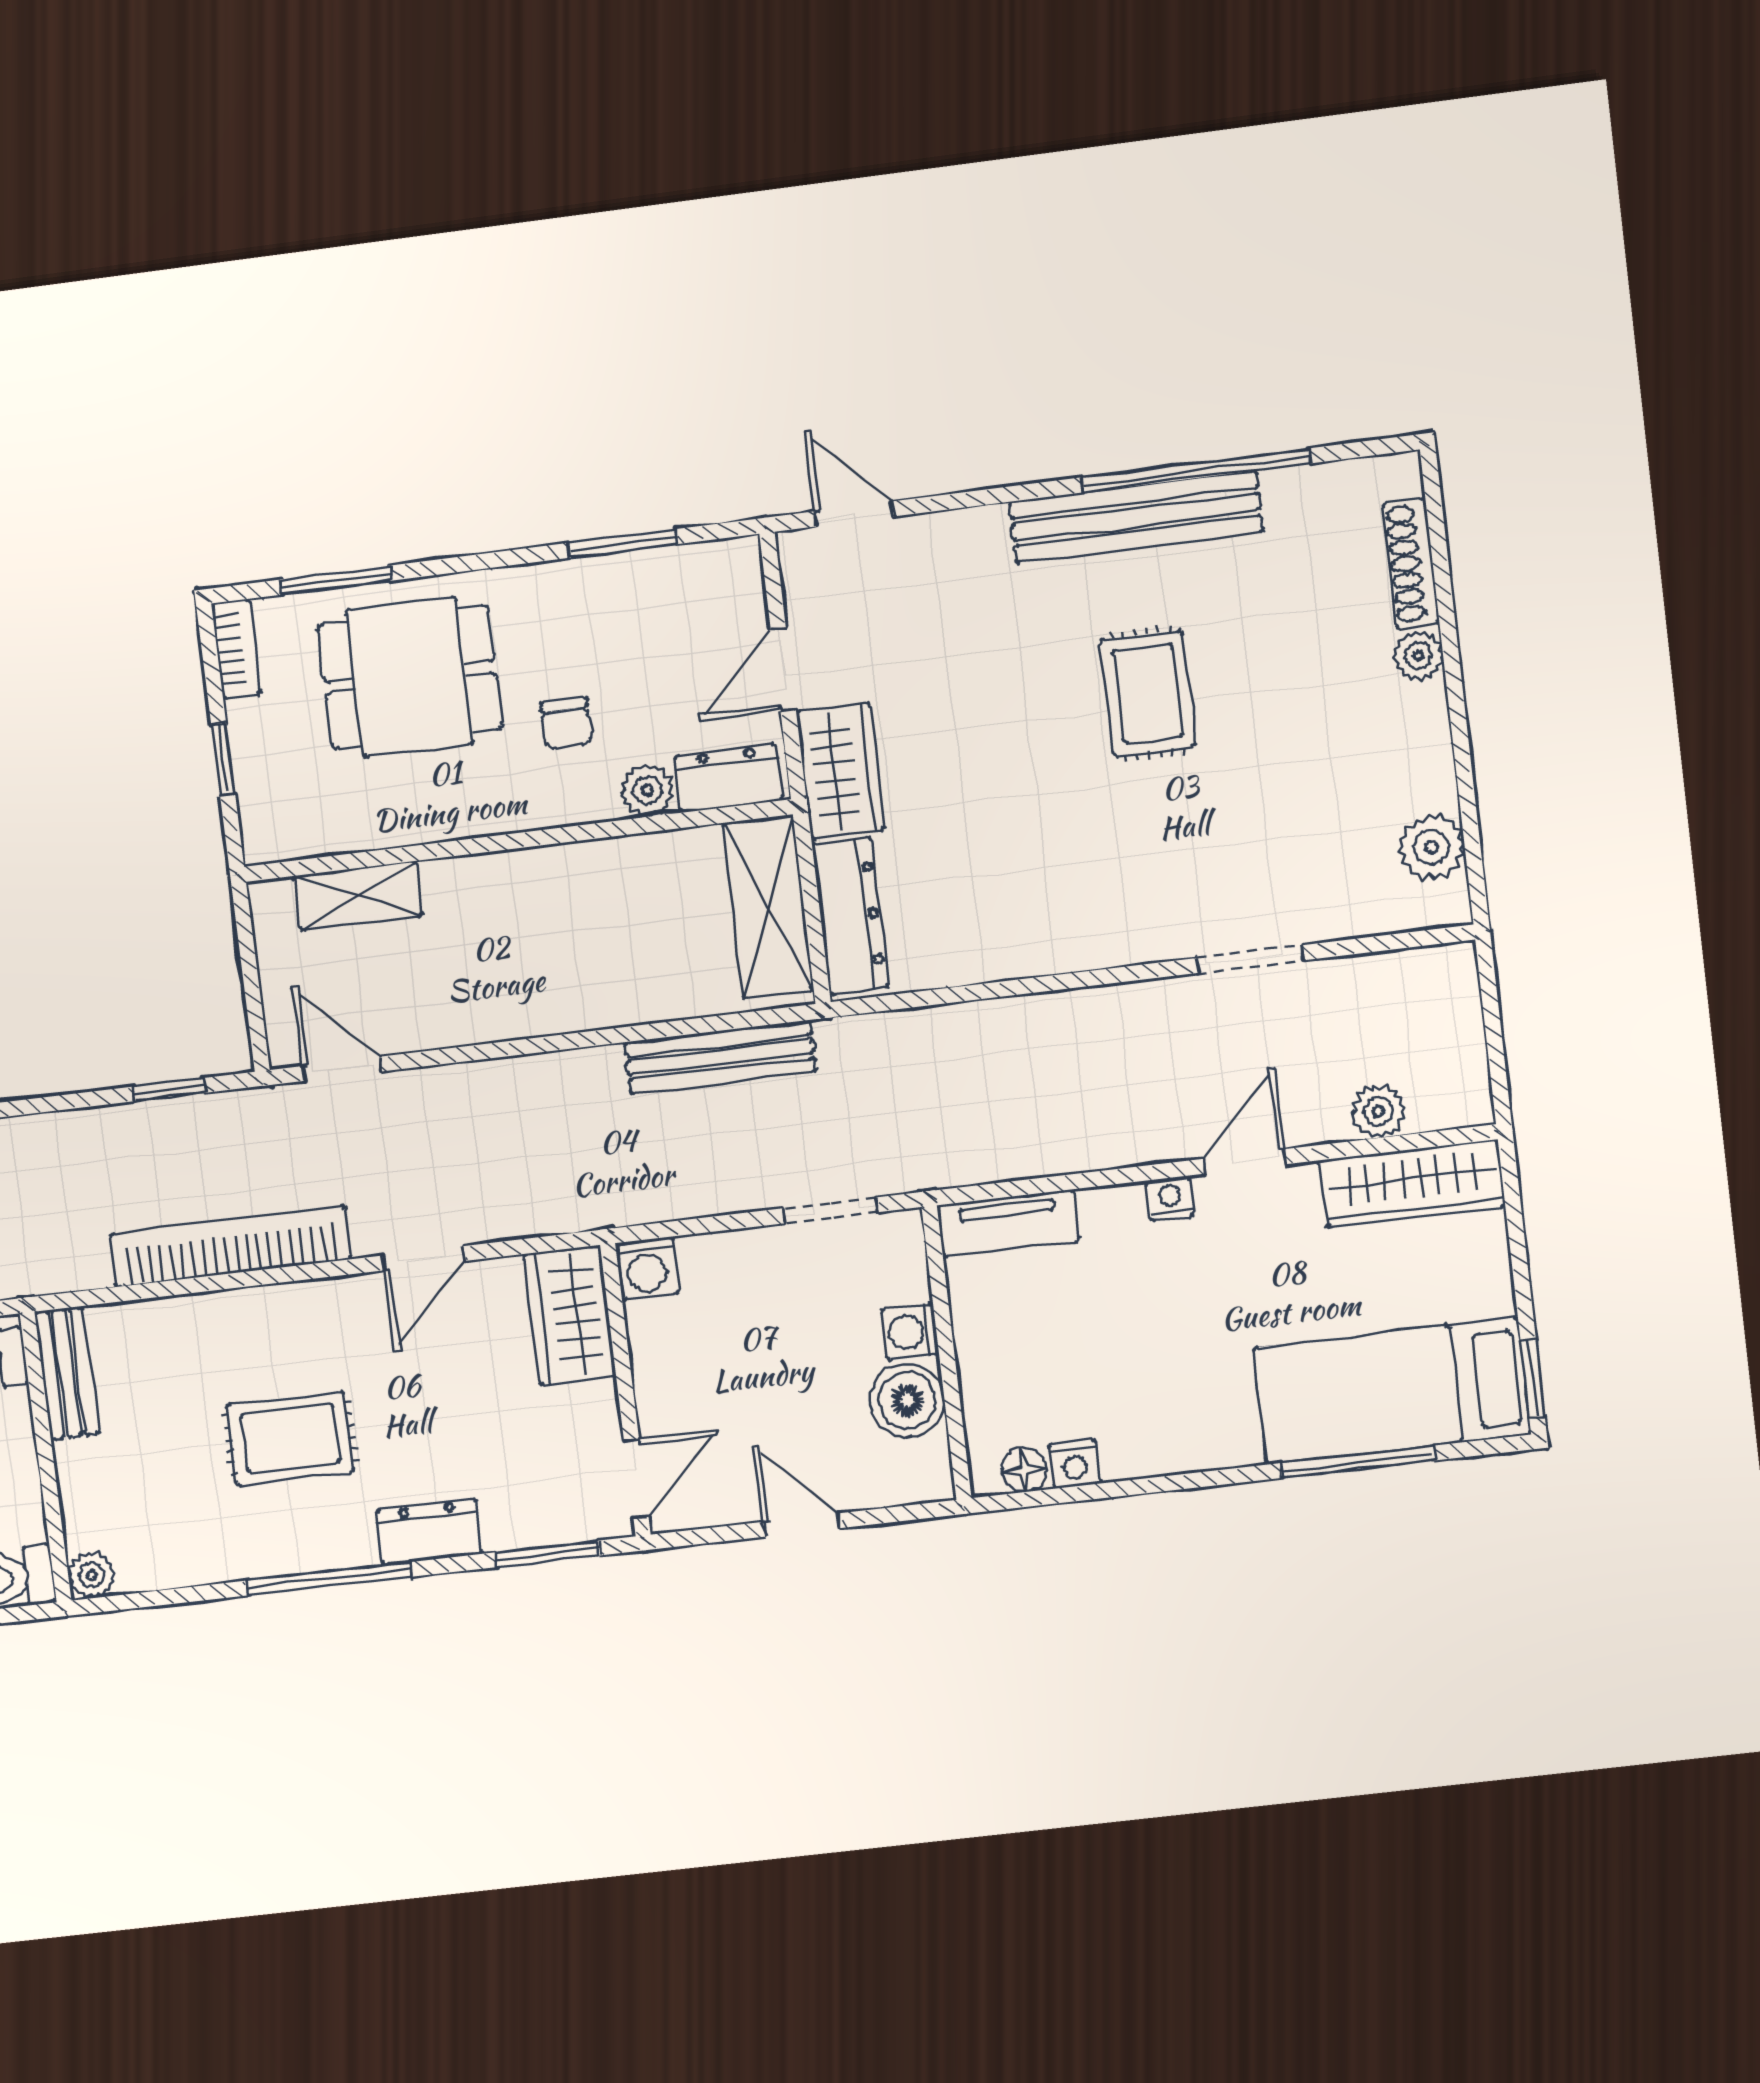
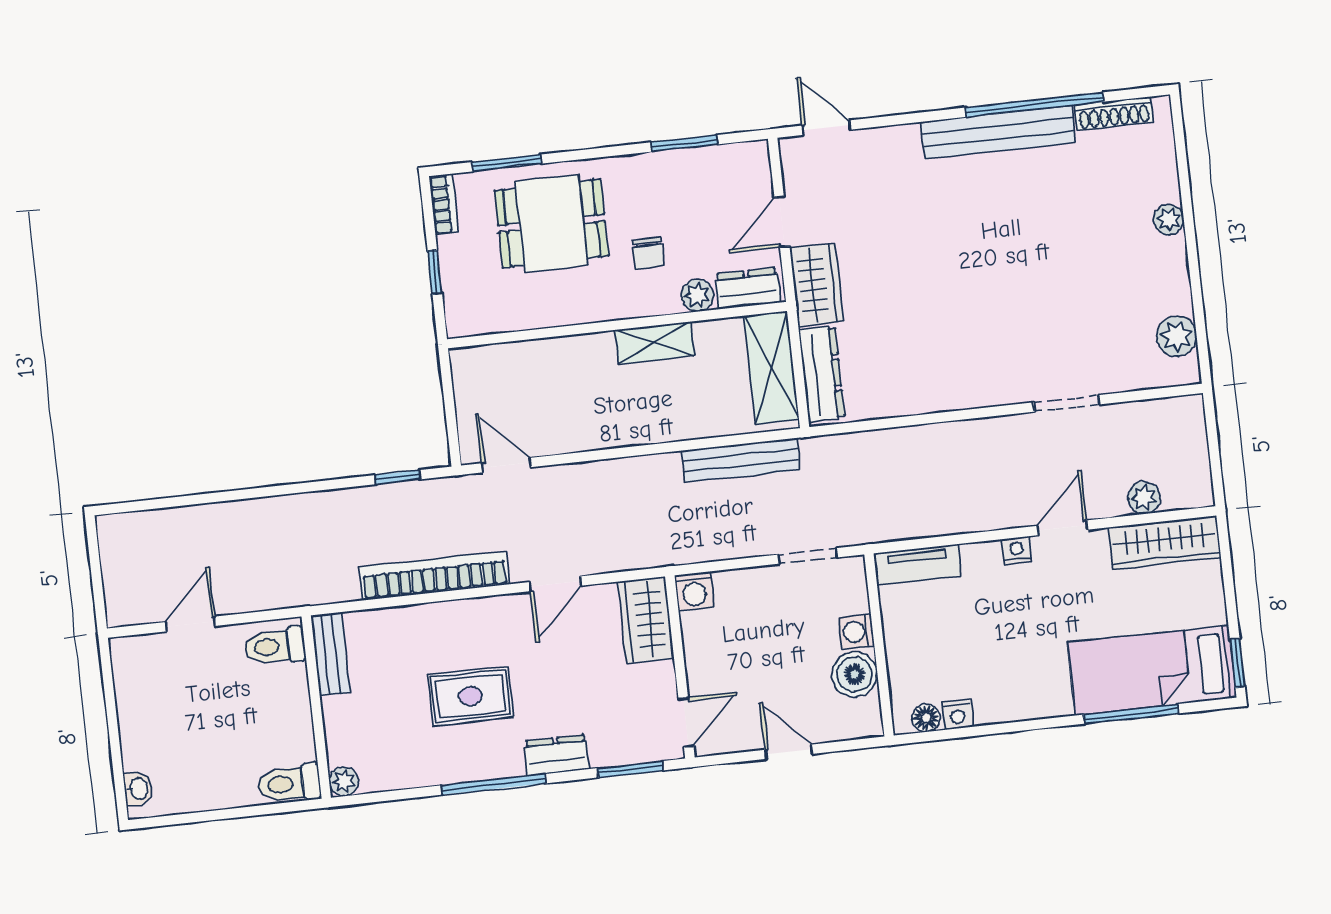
shoe rack: (1411, 563) -> (1114, 114), moved, turned -90
rug: (1148, 694) -> (1005, 240), removed
shelving: (358, 896) -> (655, 343), moved

